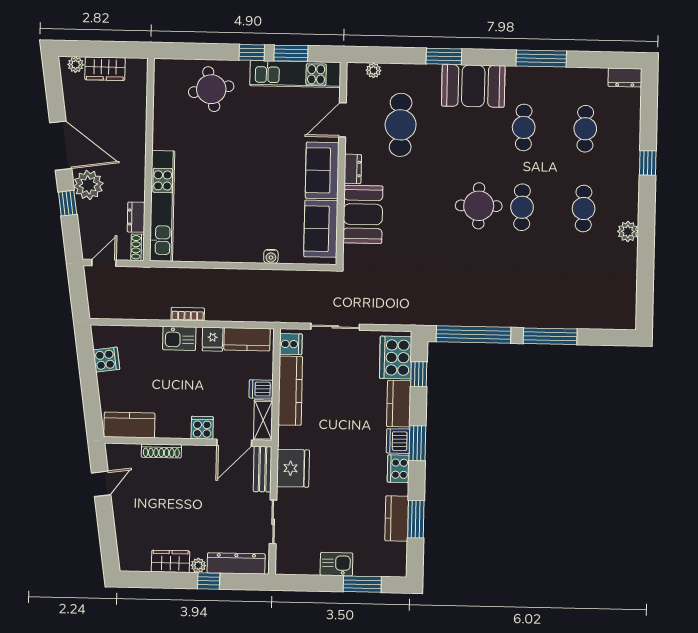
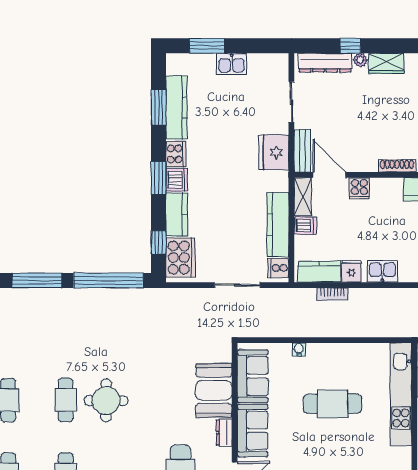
cafe table: (236, 197) -> (333, 404), added
bookcase: (188, 314) -> (332, 294), moved
door: (234, 443) -> (329, 175), hinge flipped
kitchen counter: (397, 518) -> (176, 108), width x1.50

